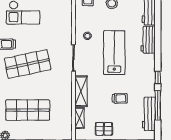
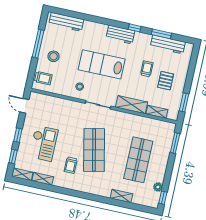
workbench: (148, 40) -> (120, 35), moved
window: (158, 105) -> (161, 34), width x0.69
pallet: (104, 129) -> (166, 81), moved

